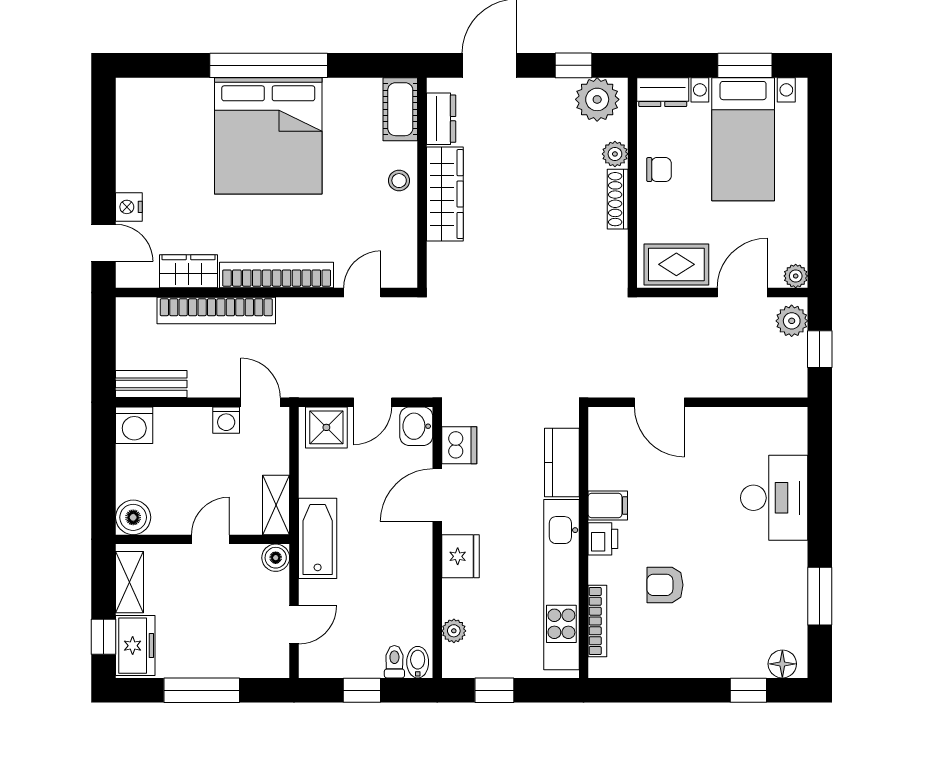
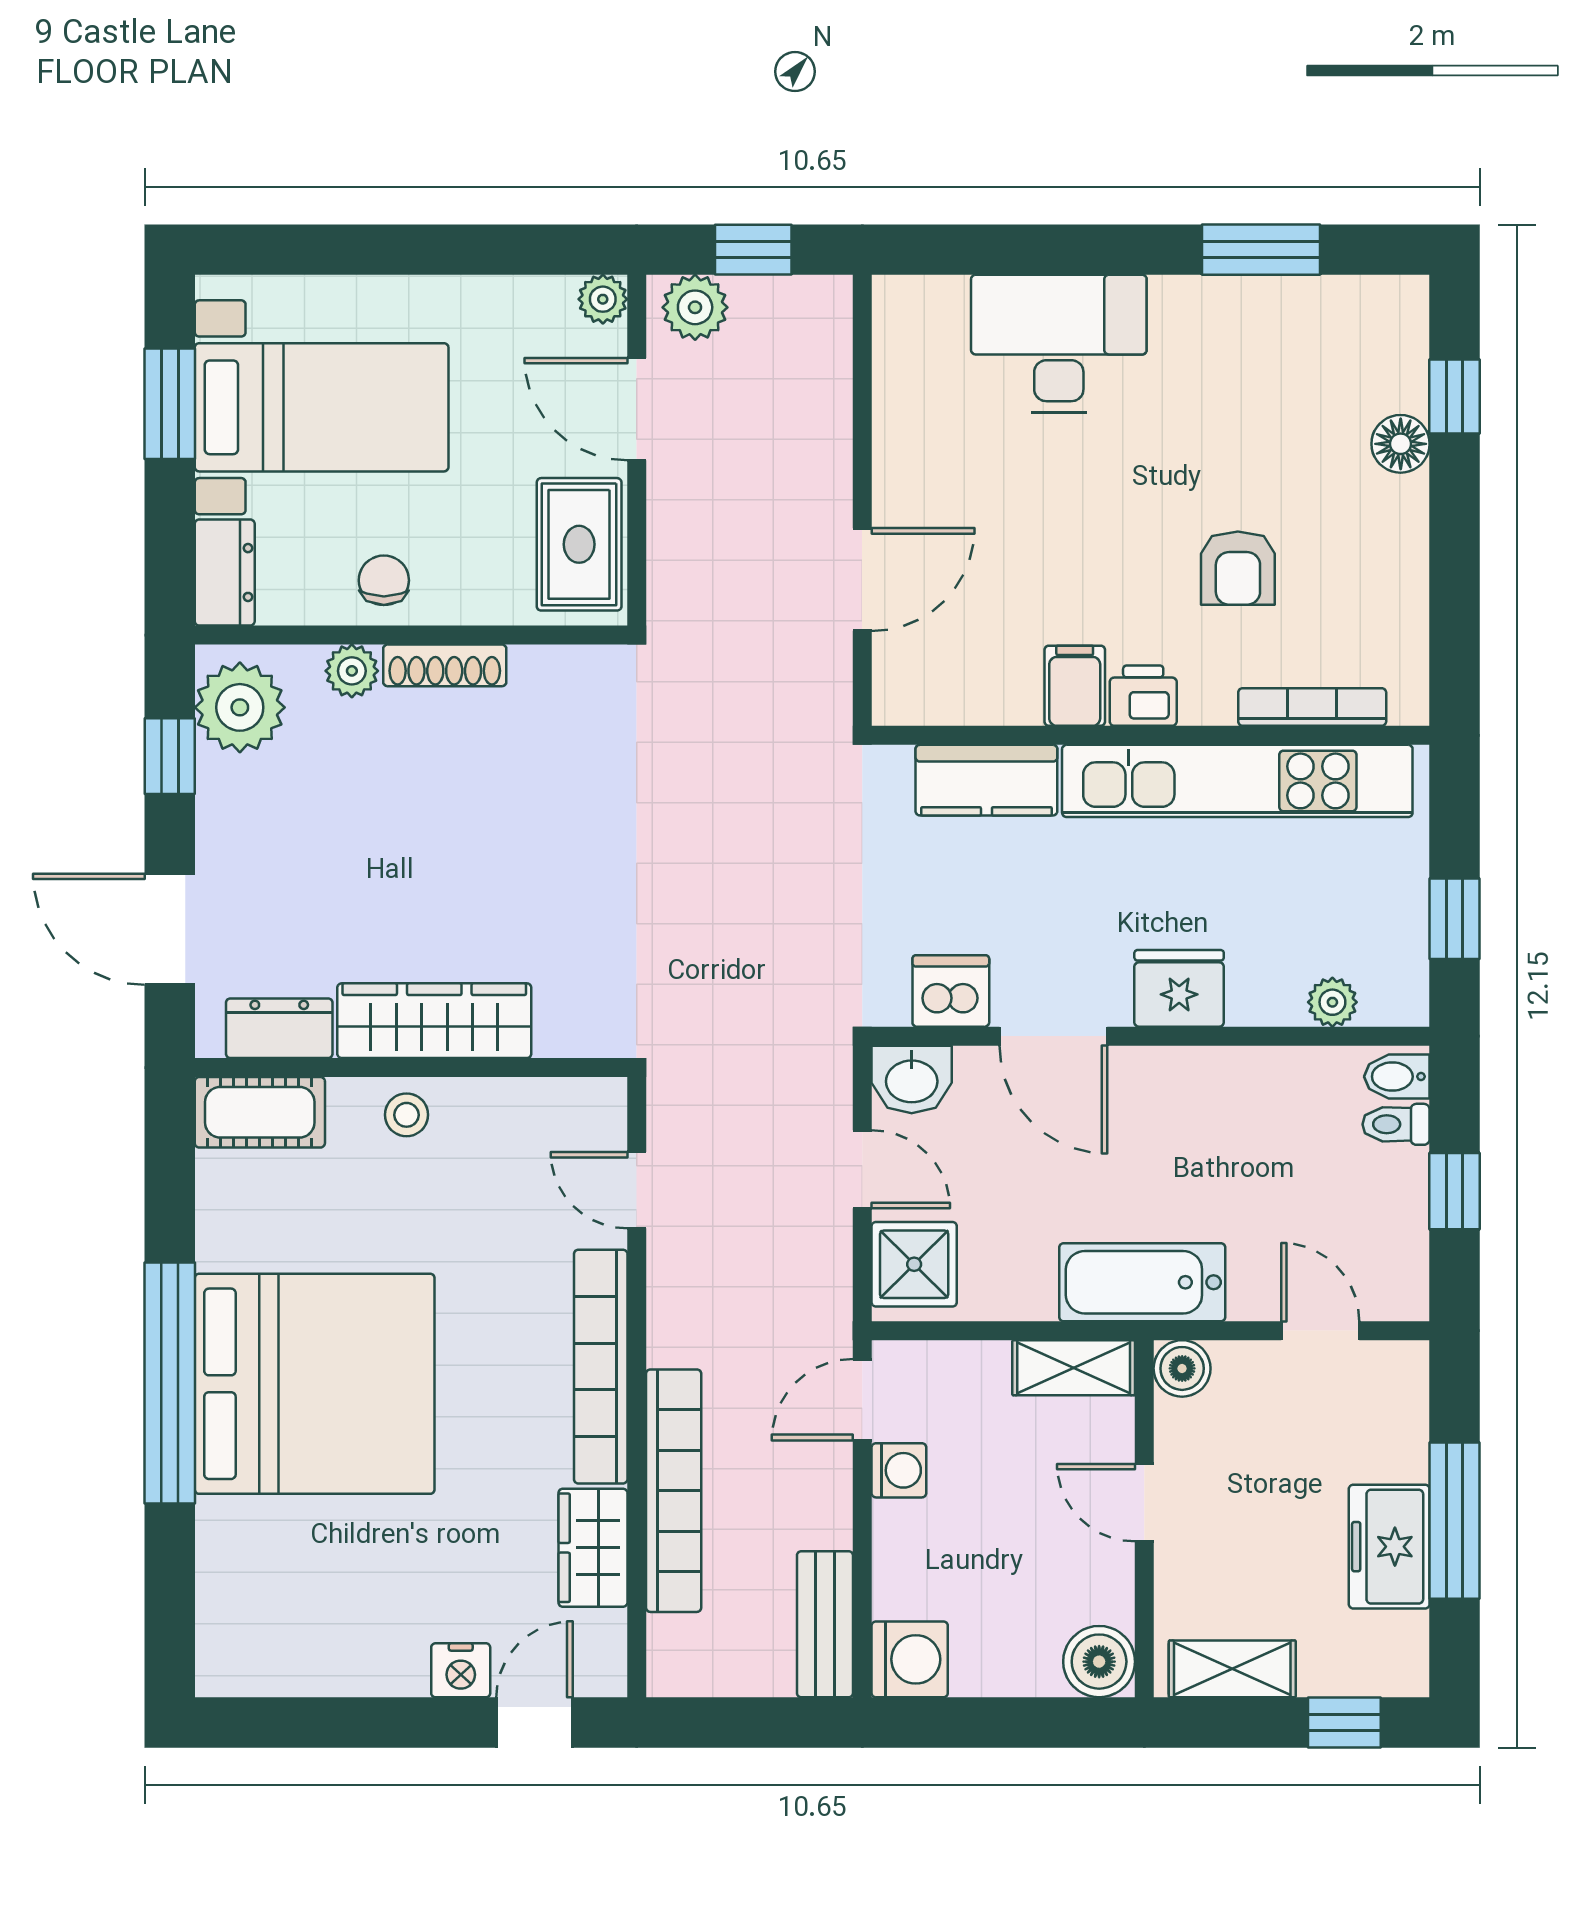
freezer: (135, 646) -> (1389, 1547), moved, turned -90
floor lamp: (782, 664) -> (1401, 444), moved

